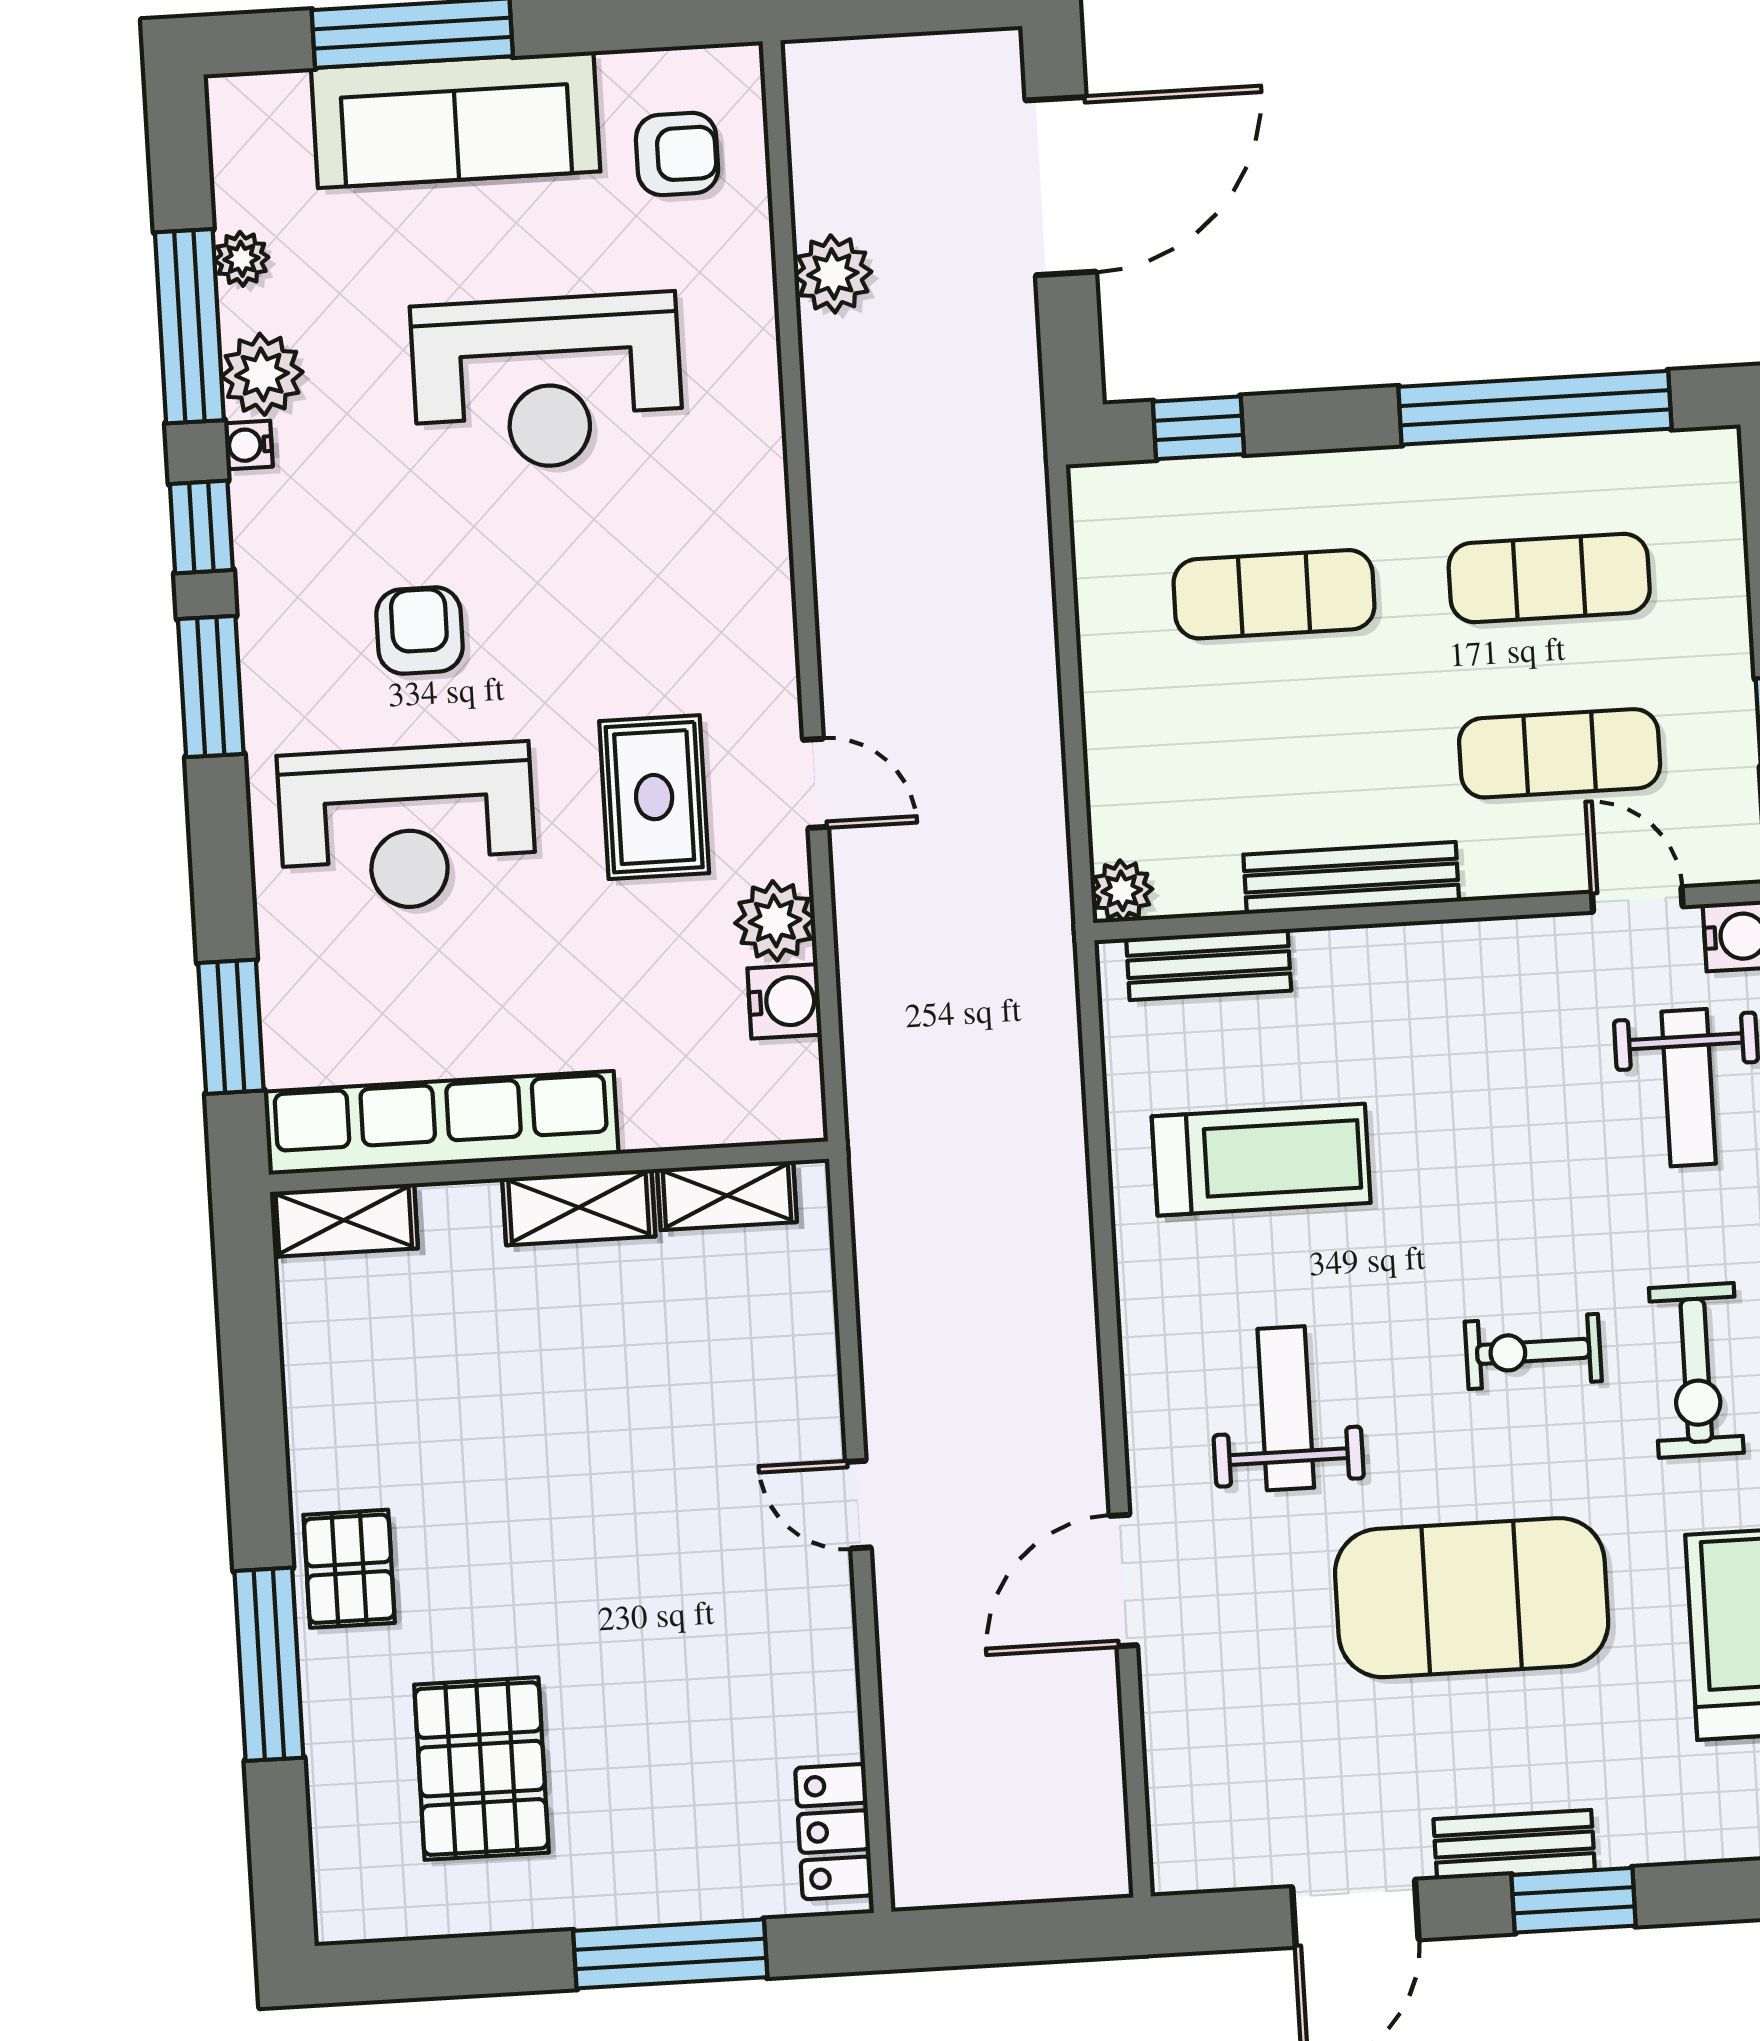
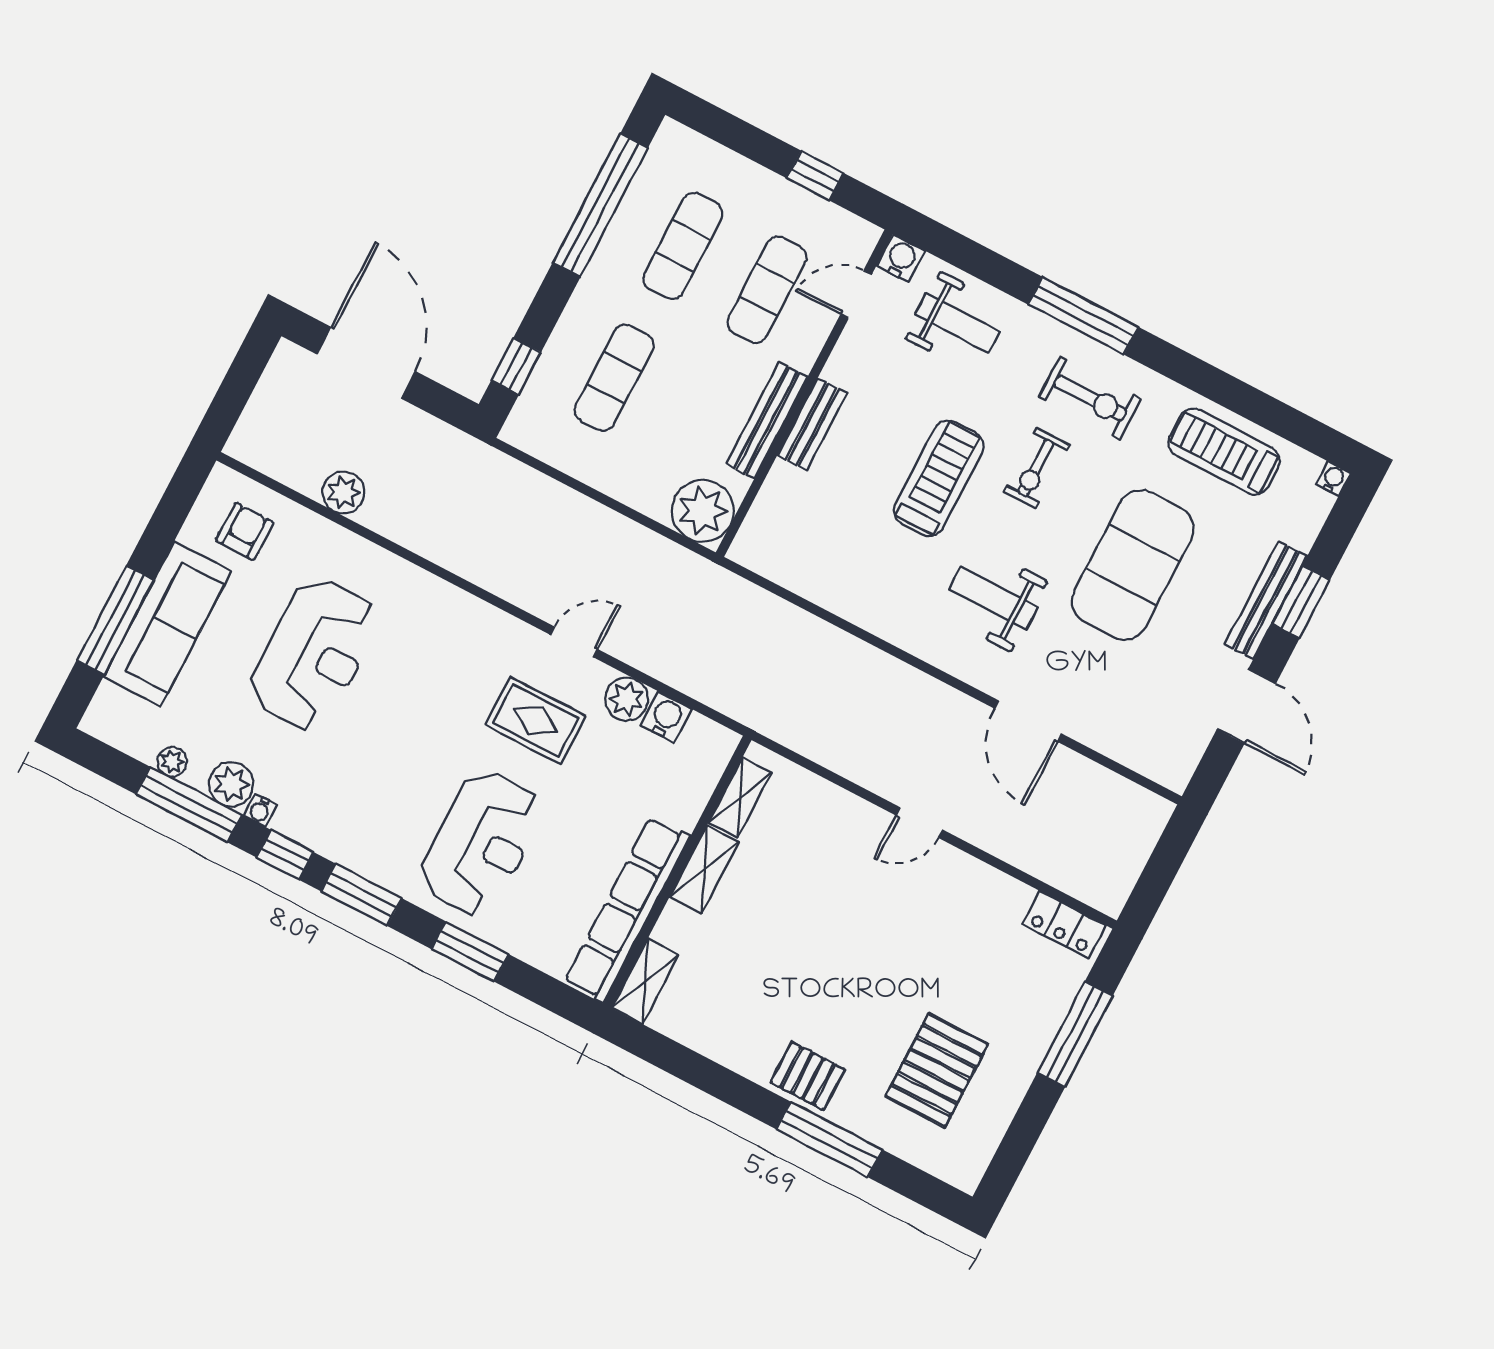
armchair: (419, 631) -> (393, 783), removed
plant: (1122, 891) -> (703, 511), width x1.88, depth x1.88
bench: (1209, 965) -> (812, 424), moved
window: (231, 1027) -> (470, 952), moved
treadmill: (1261, 1160) -> (939, 478), moved
pallet: (481, 1769) -> (937, 1070), turned 90
bench: (1514, 1845) -> (1266, 600), width x1.36

